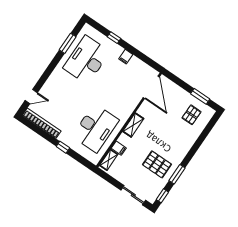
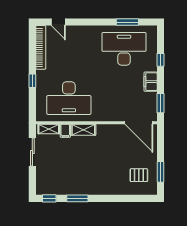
filing cabinet: (126, 57) -> (151, 82), width x2.00
window: (147, 60) -> (161, 103), added
door: (151, 87) -> (139, 123), hinge flipped
shelving: (133, 125) -> (83, 130), moved
pallet: (157, 164) -> (74, 175), removed
sliding door: (133, 195) -> (32, 152), moved

